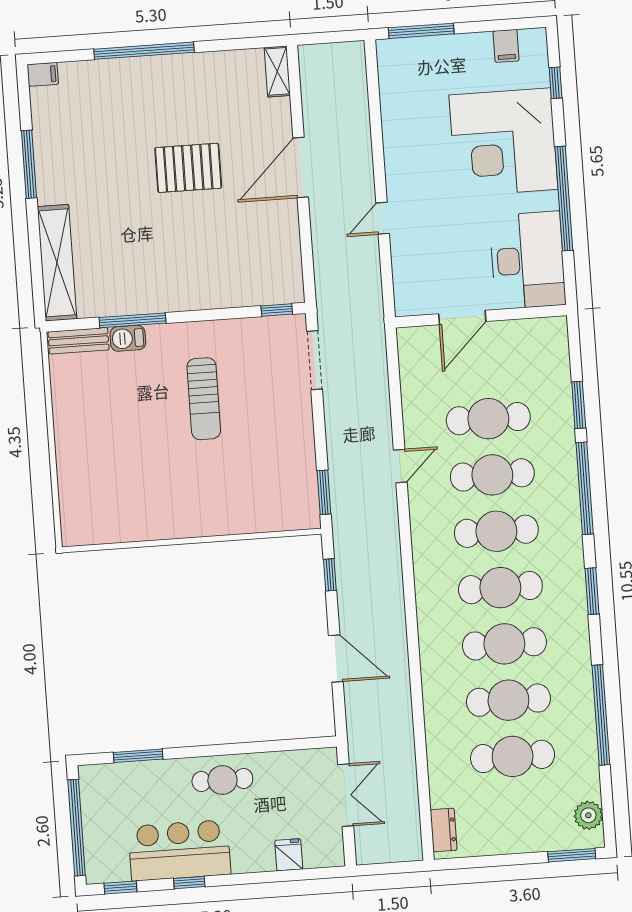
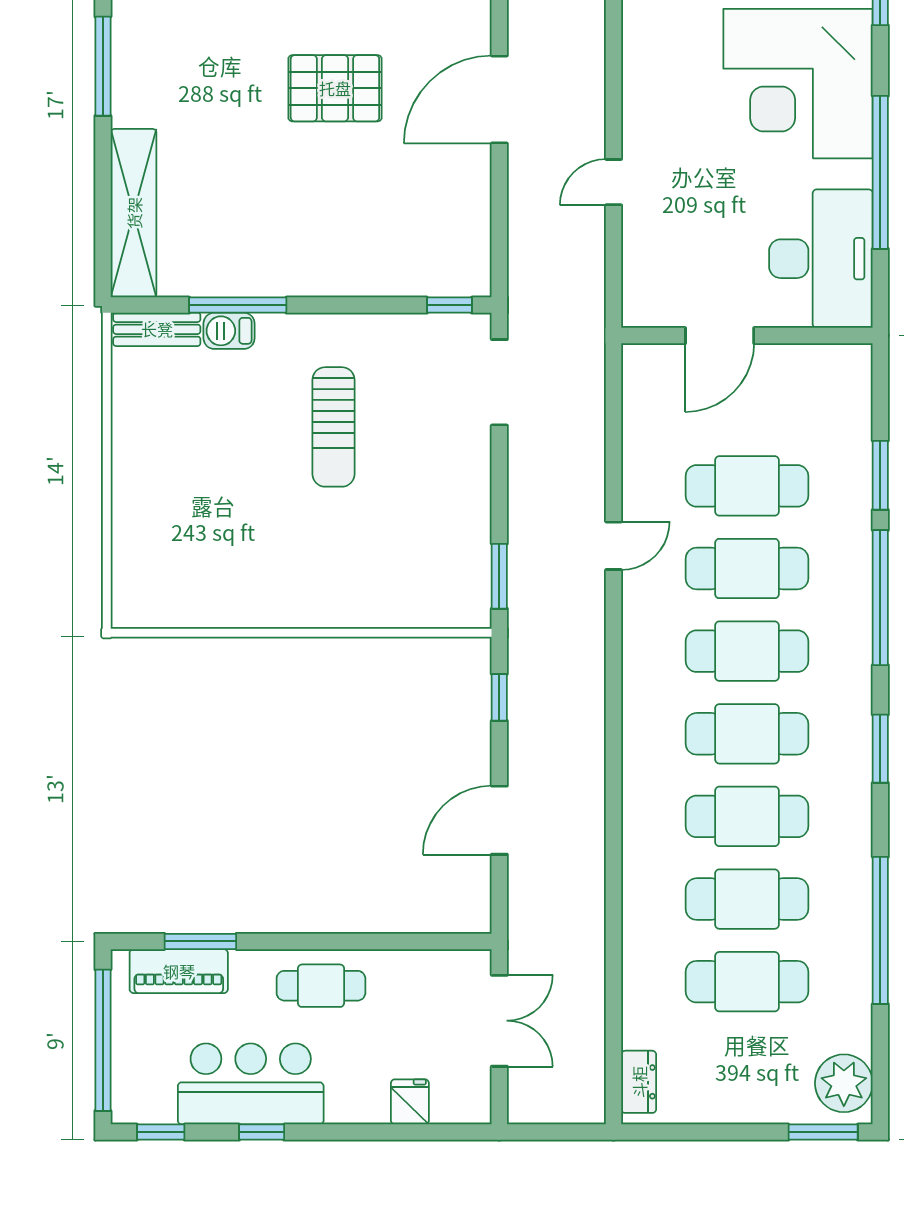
door: (336, 658) -> (499, 820), swing flipped
piano: (125, 777) -> (179, 971), added
plant: (588, 815) -> (844, 1083), width x1.36, depth x1.36

